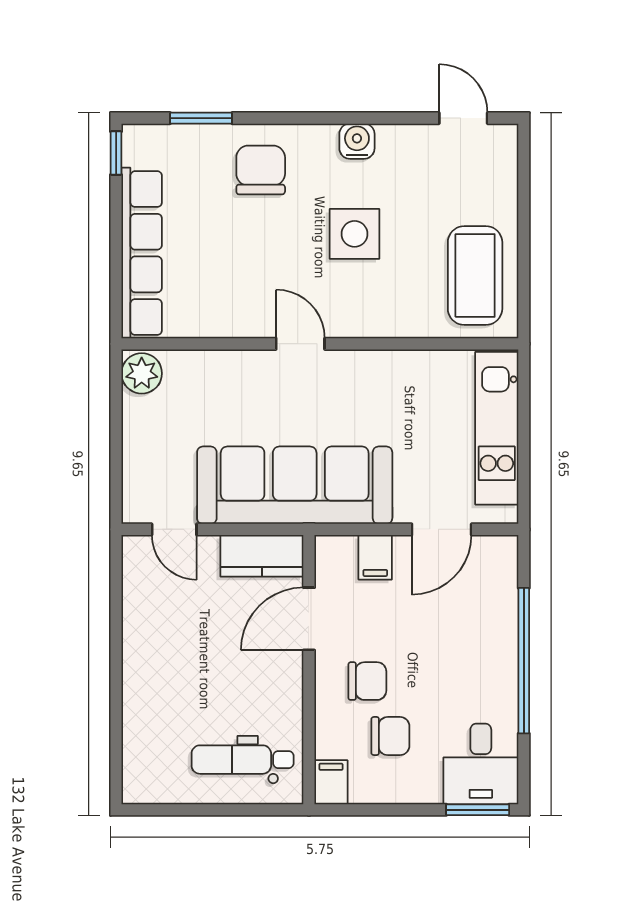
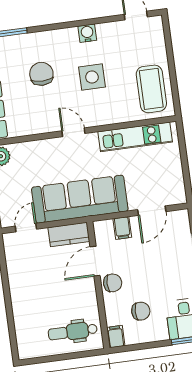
chair: (261, 170) -> (41, 74), moved
kitchen unit: (497, 428) -> (135, 137), moved, turned -90
door: (174, 529) -> (26, 228), swing flipped
chair: (367, 681) -> (113, 283), moved

